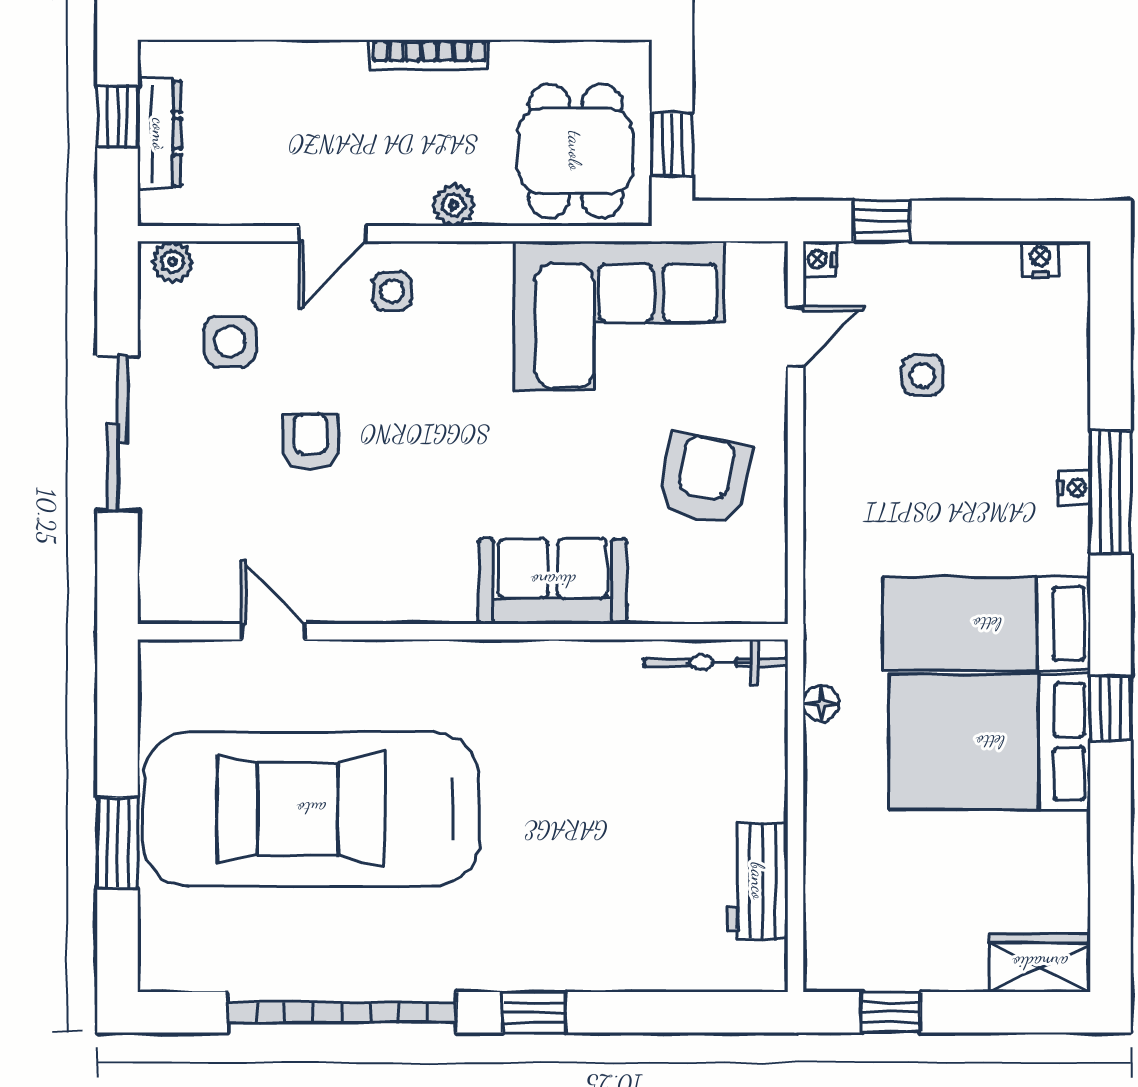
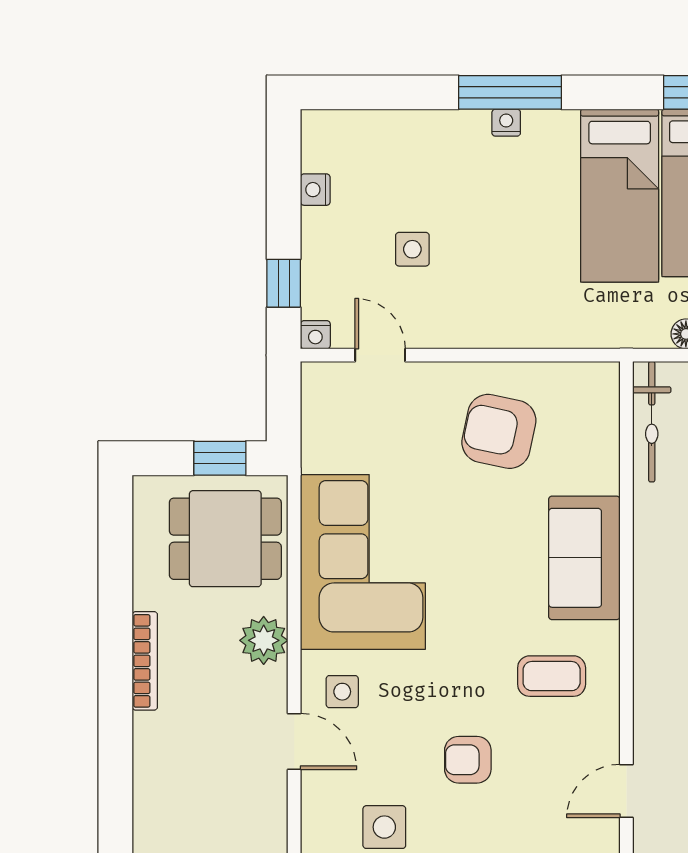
plant: (454, 205) -> (264, 640), width x1.38, depth x1.38
nightstand: (1040, 259) -> (315, 190), moved
corner sofa: (619, 316) -> (363, 562), moved
coffee table: (411, 542) -> (552, 676), added

